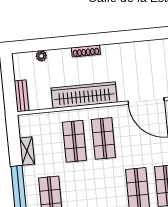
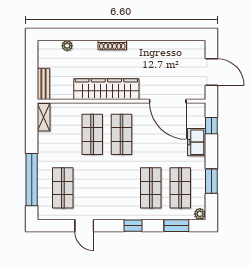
shelving: (27, 151) -> (44, 117), moved

